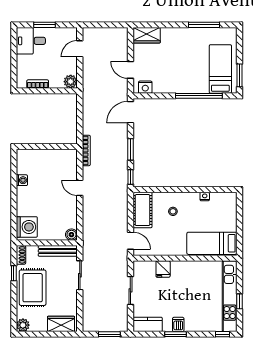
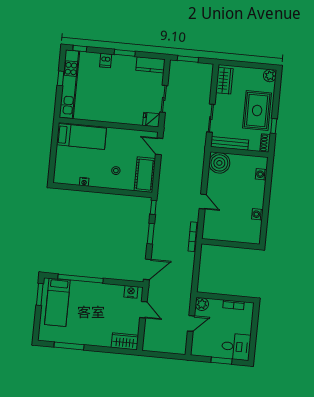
door: (80, 49) -> (191, 323), moved
washing machine: (27, 227) -> (261, 174), width x0.53, depth x0.53
boiler: (71, 235) -> (219, 163), width x1.86, depth x1.86
fridge: (163, 269) -> (151, 120), moved, turned -90
wardrobe: (61, 324) -> (224, 81), moved, turned -90
dishwasher: (178, 324) -> (106, 60), moved

